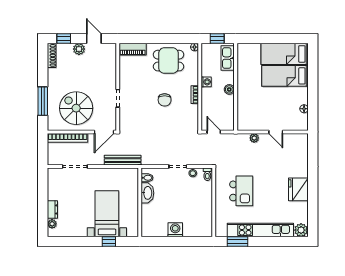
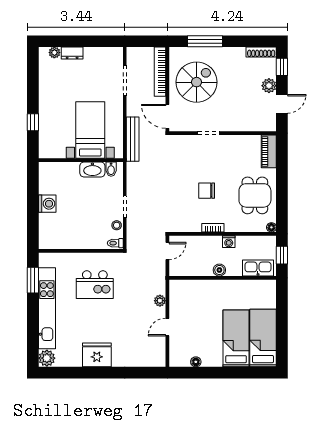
bed with nightstands: (107, 214) -> (90, 130), moved, turned -90

